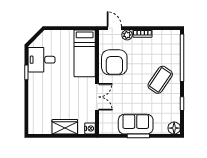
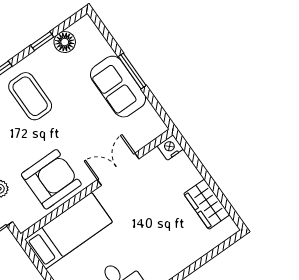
coffee table: (160, 80) -> (30, 96), turned 56
wardrobe: (65, 127) -> (207, 204), moved
floor lamp: (174, 128) -> (65, 42), moved

